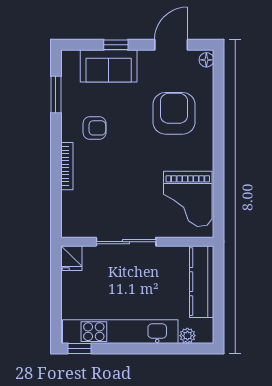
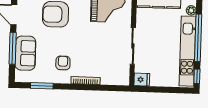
window: (116, 45) -> (13, 48), width x2.17
window: (143, 348) -> (198, 38), added

